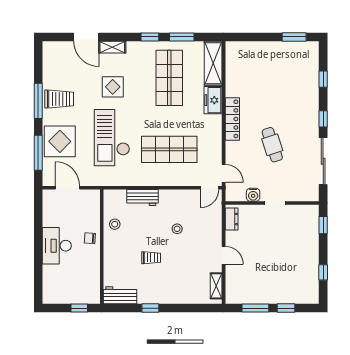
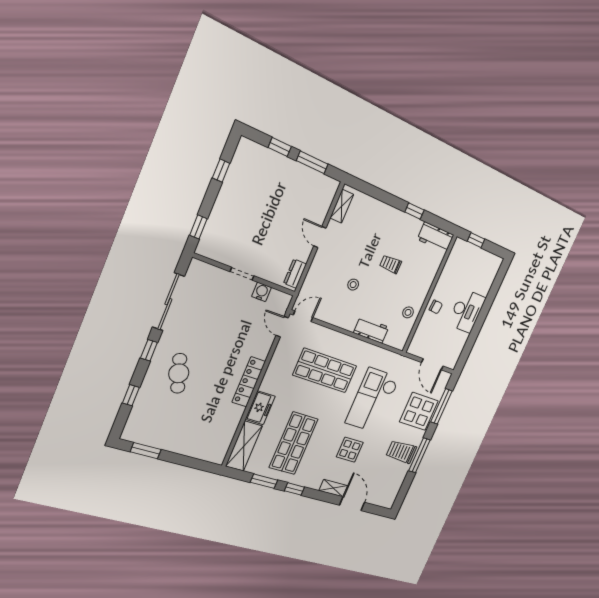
checkout: (112, 138) -> (372, 400), turned 180
cafe table: (272, 145) -> (179, 373), moved

